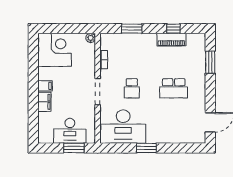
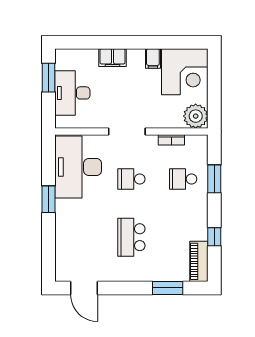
plant: (91, 38) -> (196, 116), width x1.87, depth x1.87
piano: (171, 40) -> (199, 261), moved
school desk: (132, 51) -> (183, 179), added
filing cabinet: (45, 86) -> (153, 58), moved
window: (74, 148) -> (48, 78), moved

